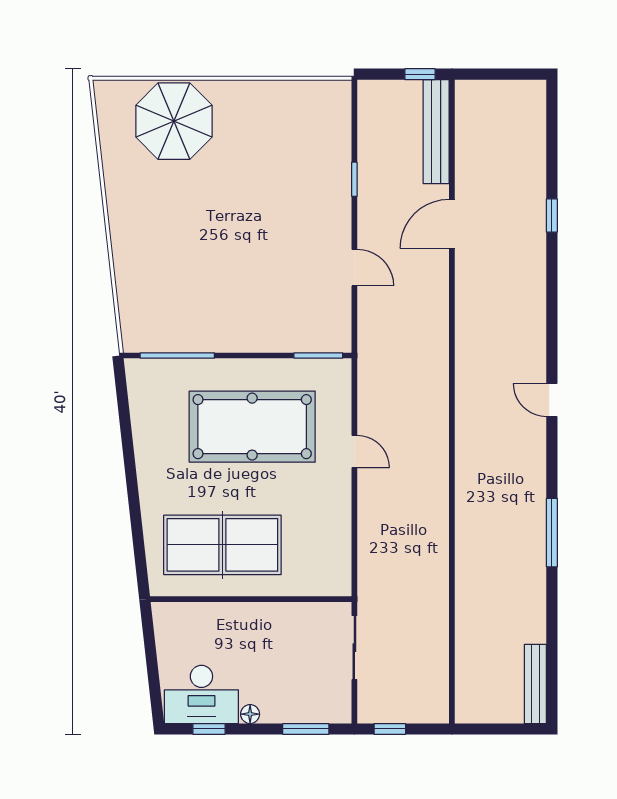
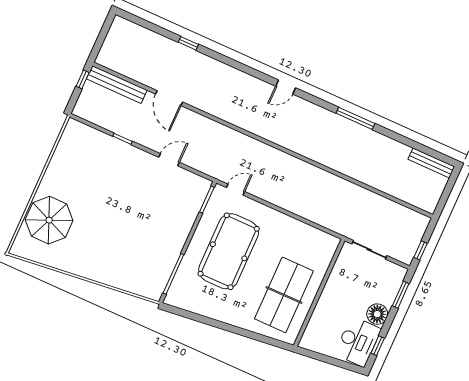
door: (354, 452) -> (235, 190), moved
floor lamp: (250, 714) -> (377, 314), width x1.89, depth x1.89

